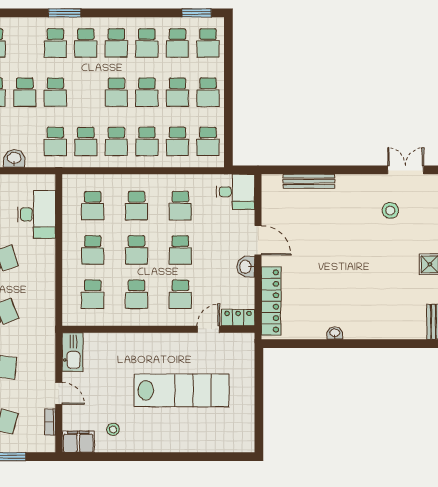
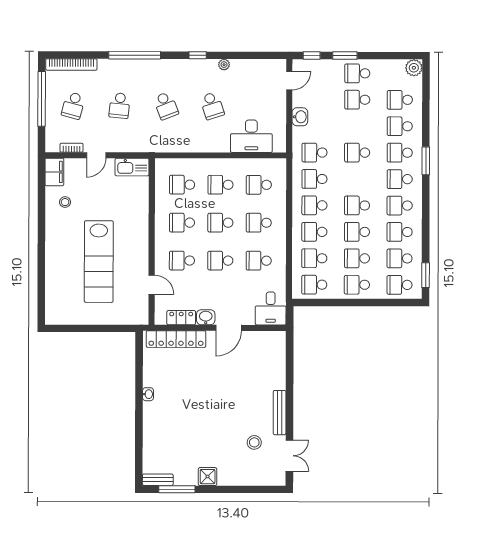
school desk: (25, 92) -> (400, 126), moved
bench: (309, 181) -> (280, 413), moved
locker: (238, 318) -> (181, 318), moved, turned -90

